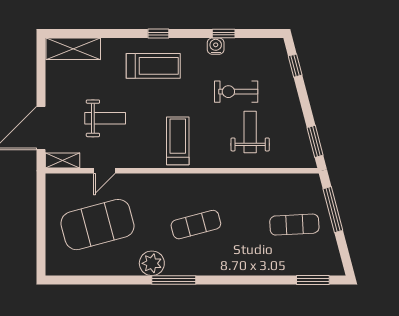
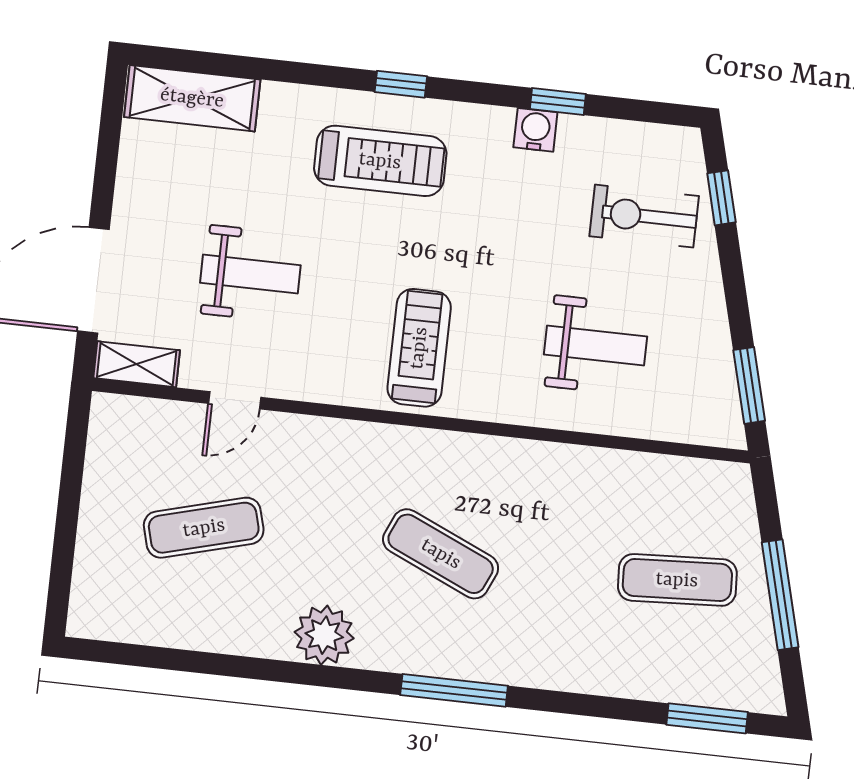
exercise bike: (236, 92) -> (644, 216), moved
weight bench: (250, 132) -> (596, 346), turned 90
window: (333, 210) -> (780, 595), moved
exercise mat: (97, 225) -> (204, 528), width x0.50, depth x0.69
exercise mat: (196, 225) -> (441, 554), turned 39
window: (174, 280) -> (454, 690), moved

